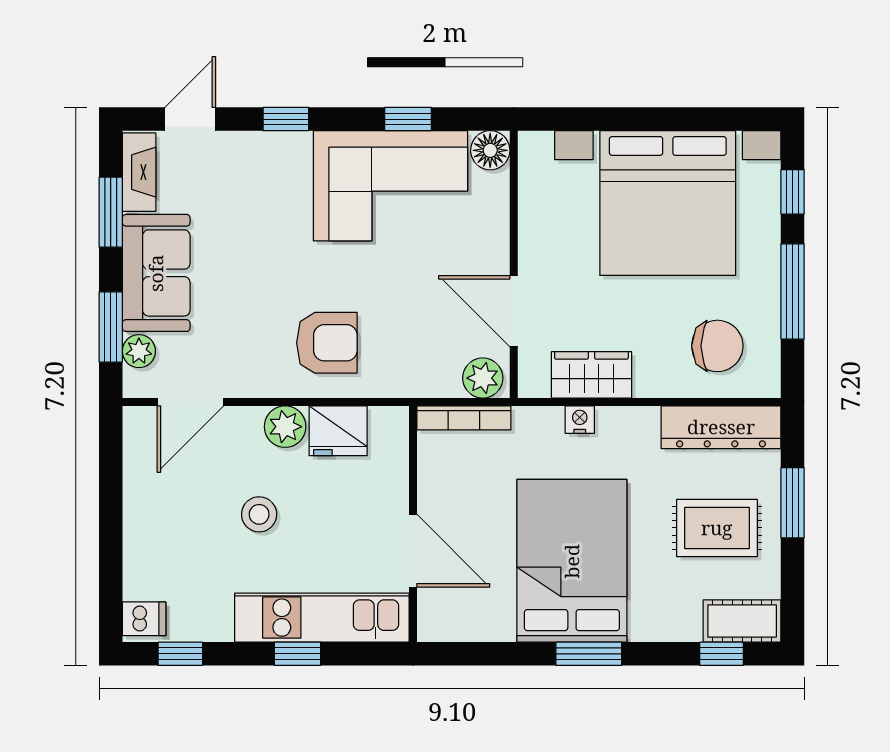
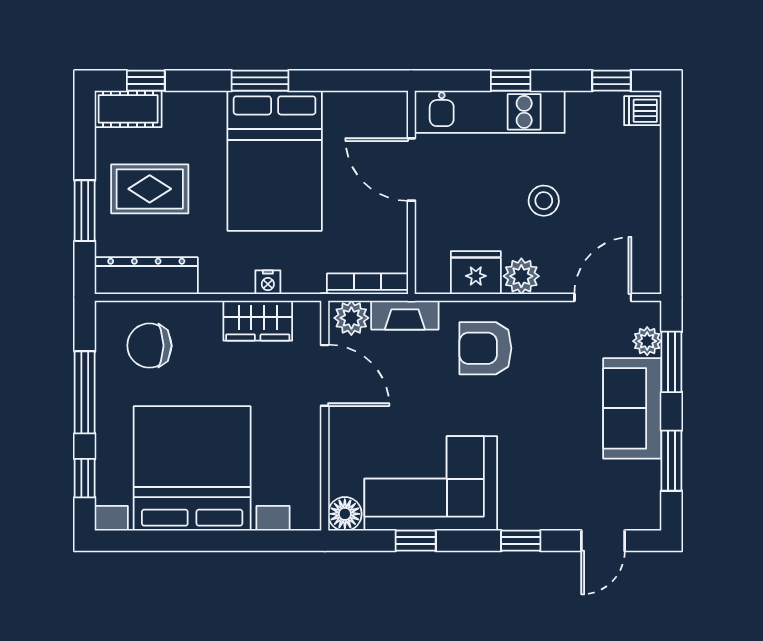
fireplace: (139, 172) -> (405, 315), moved, turned -90

